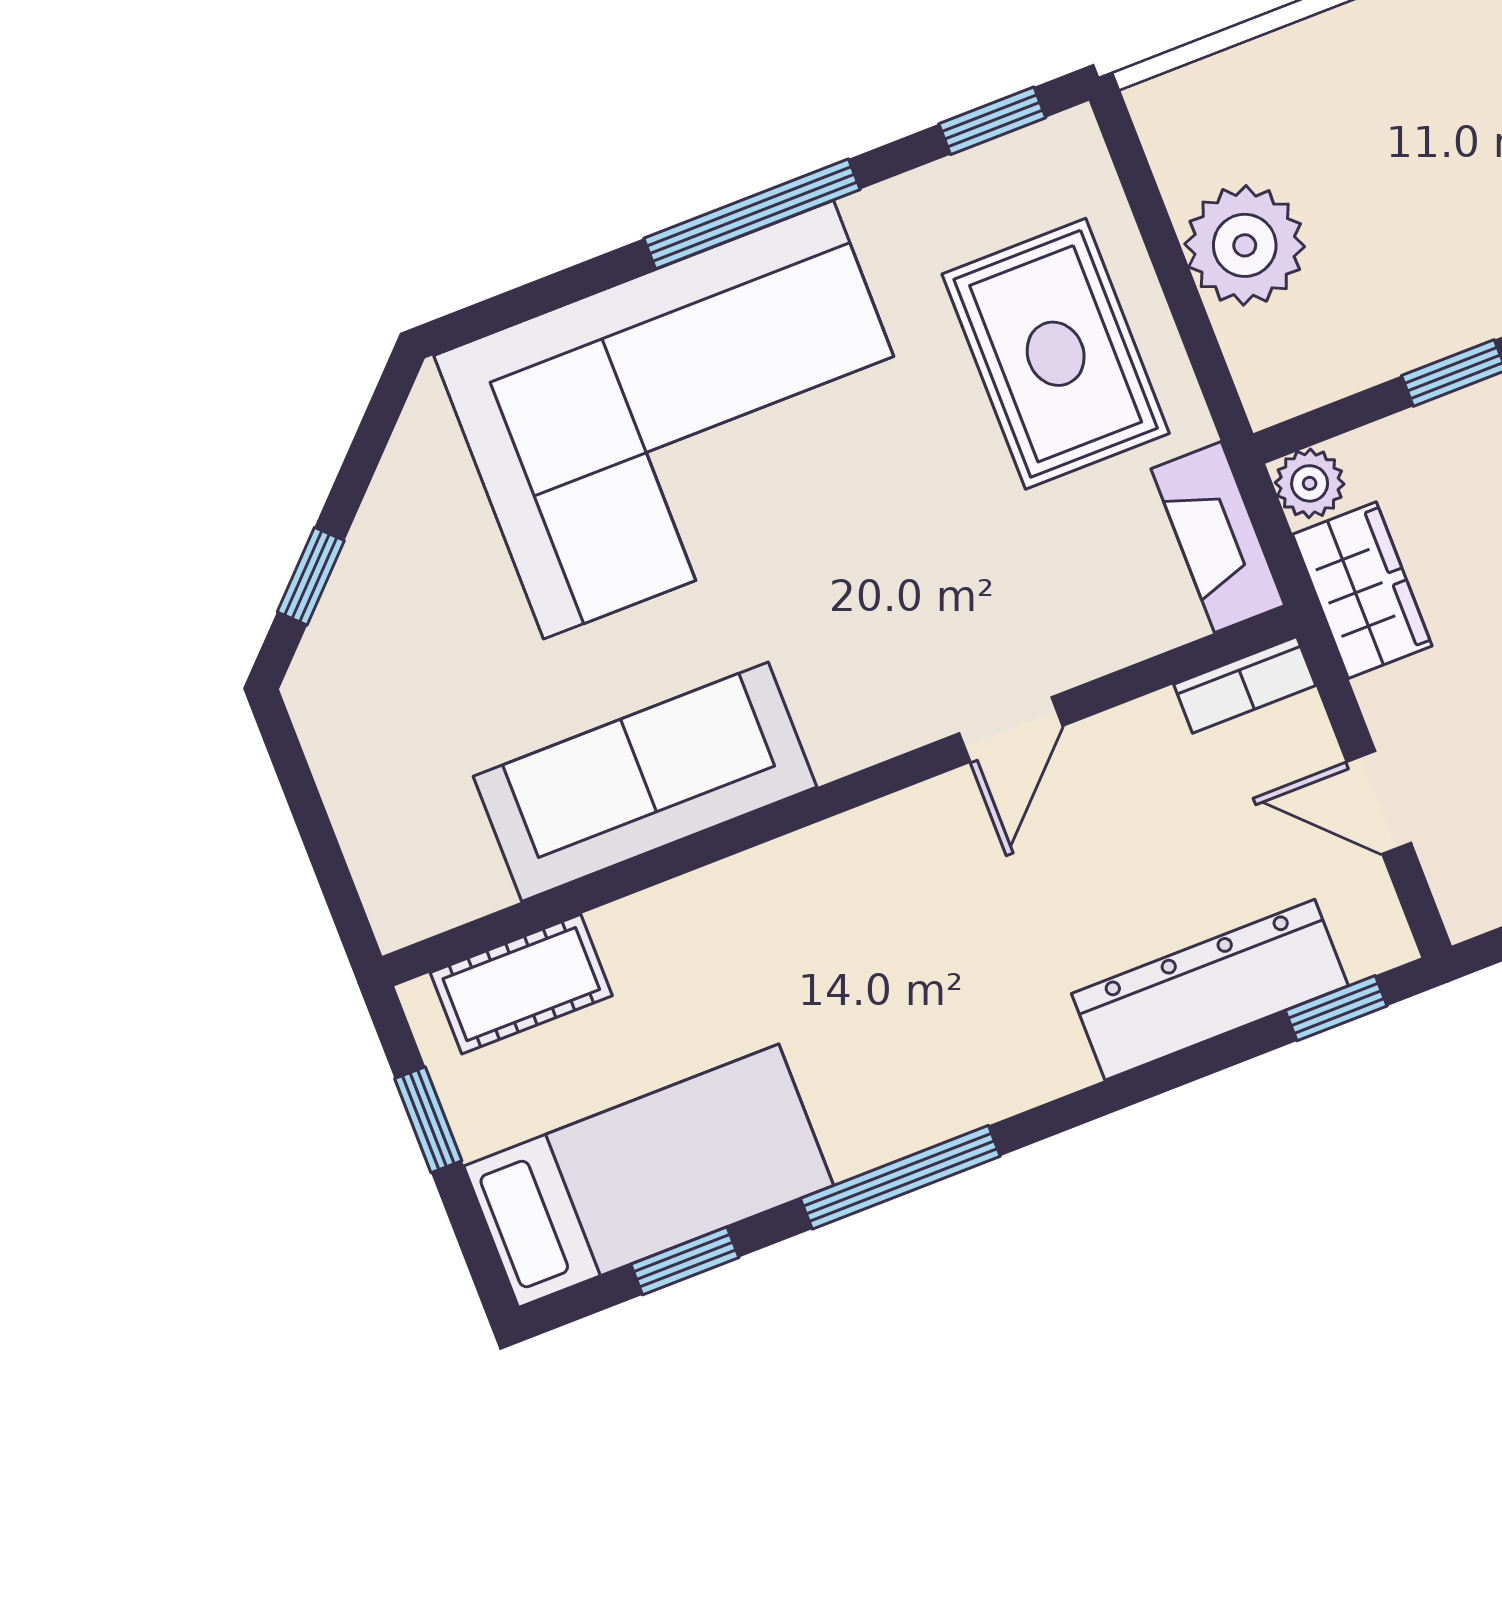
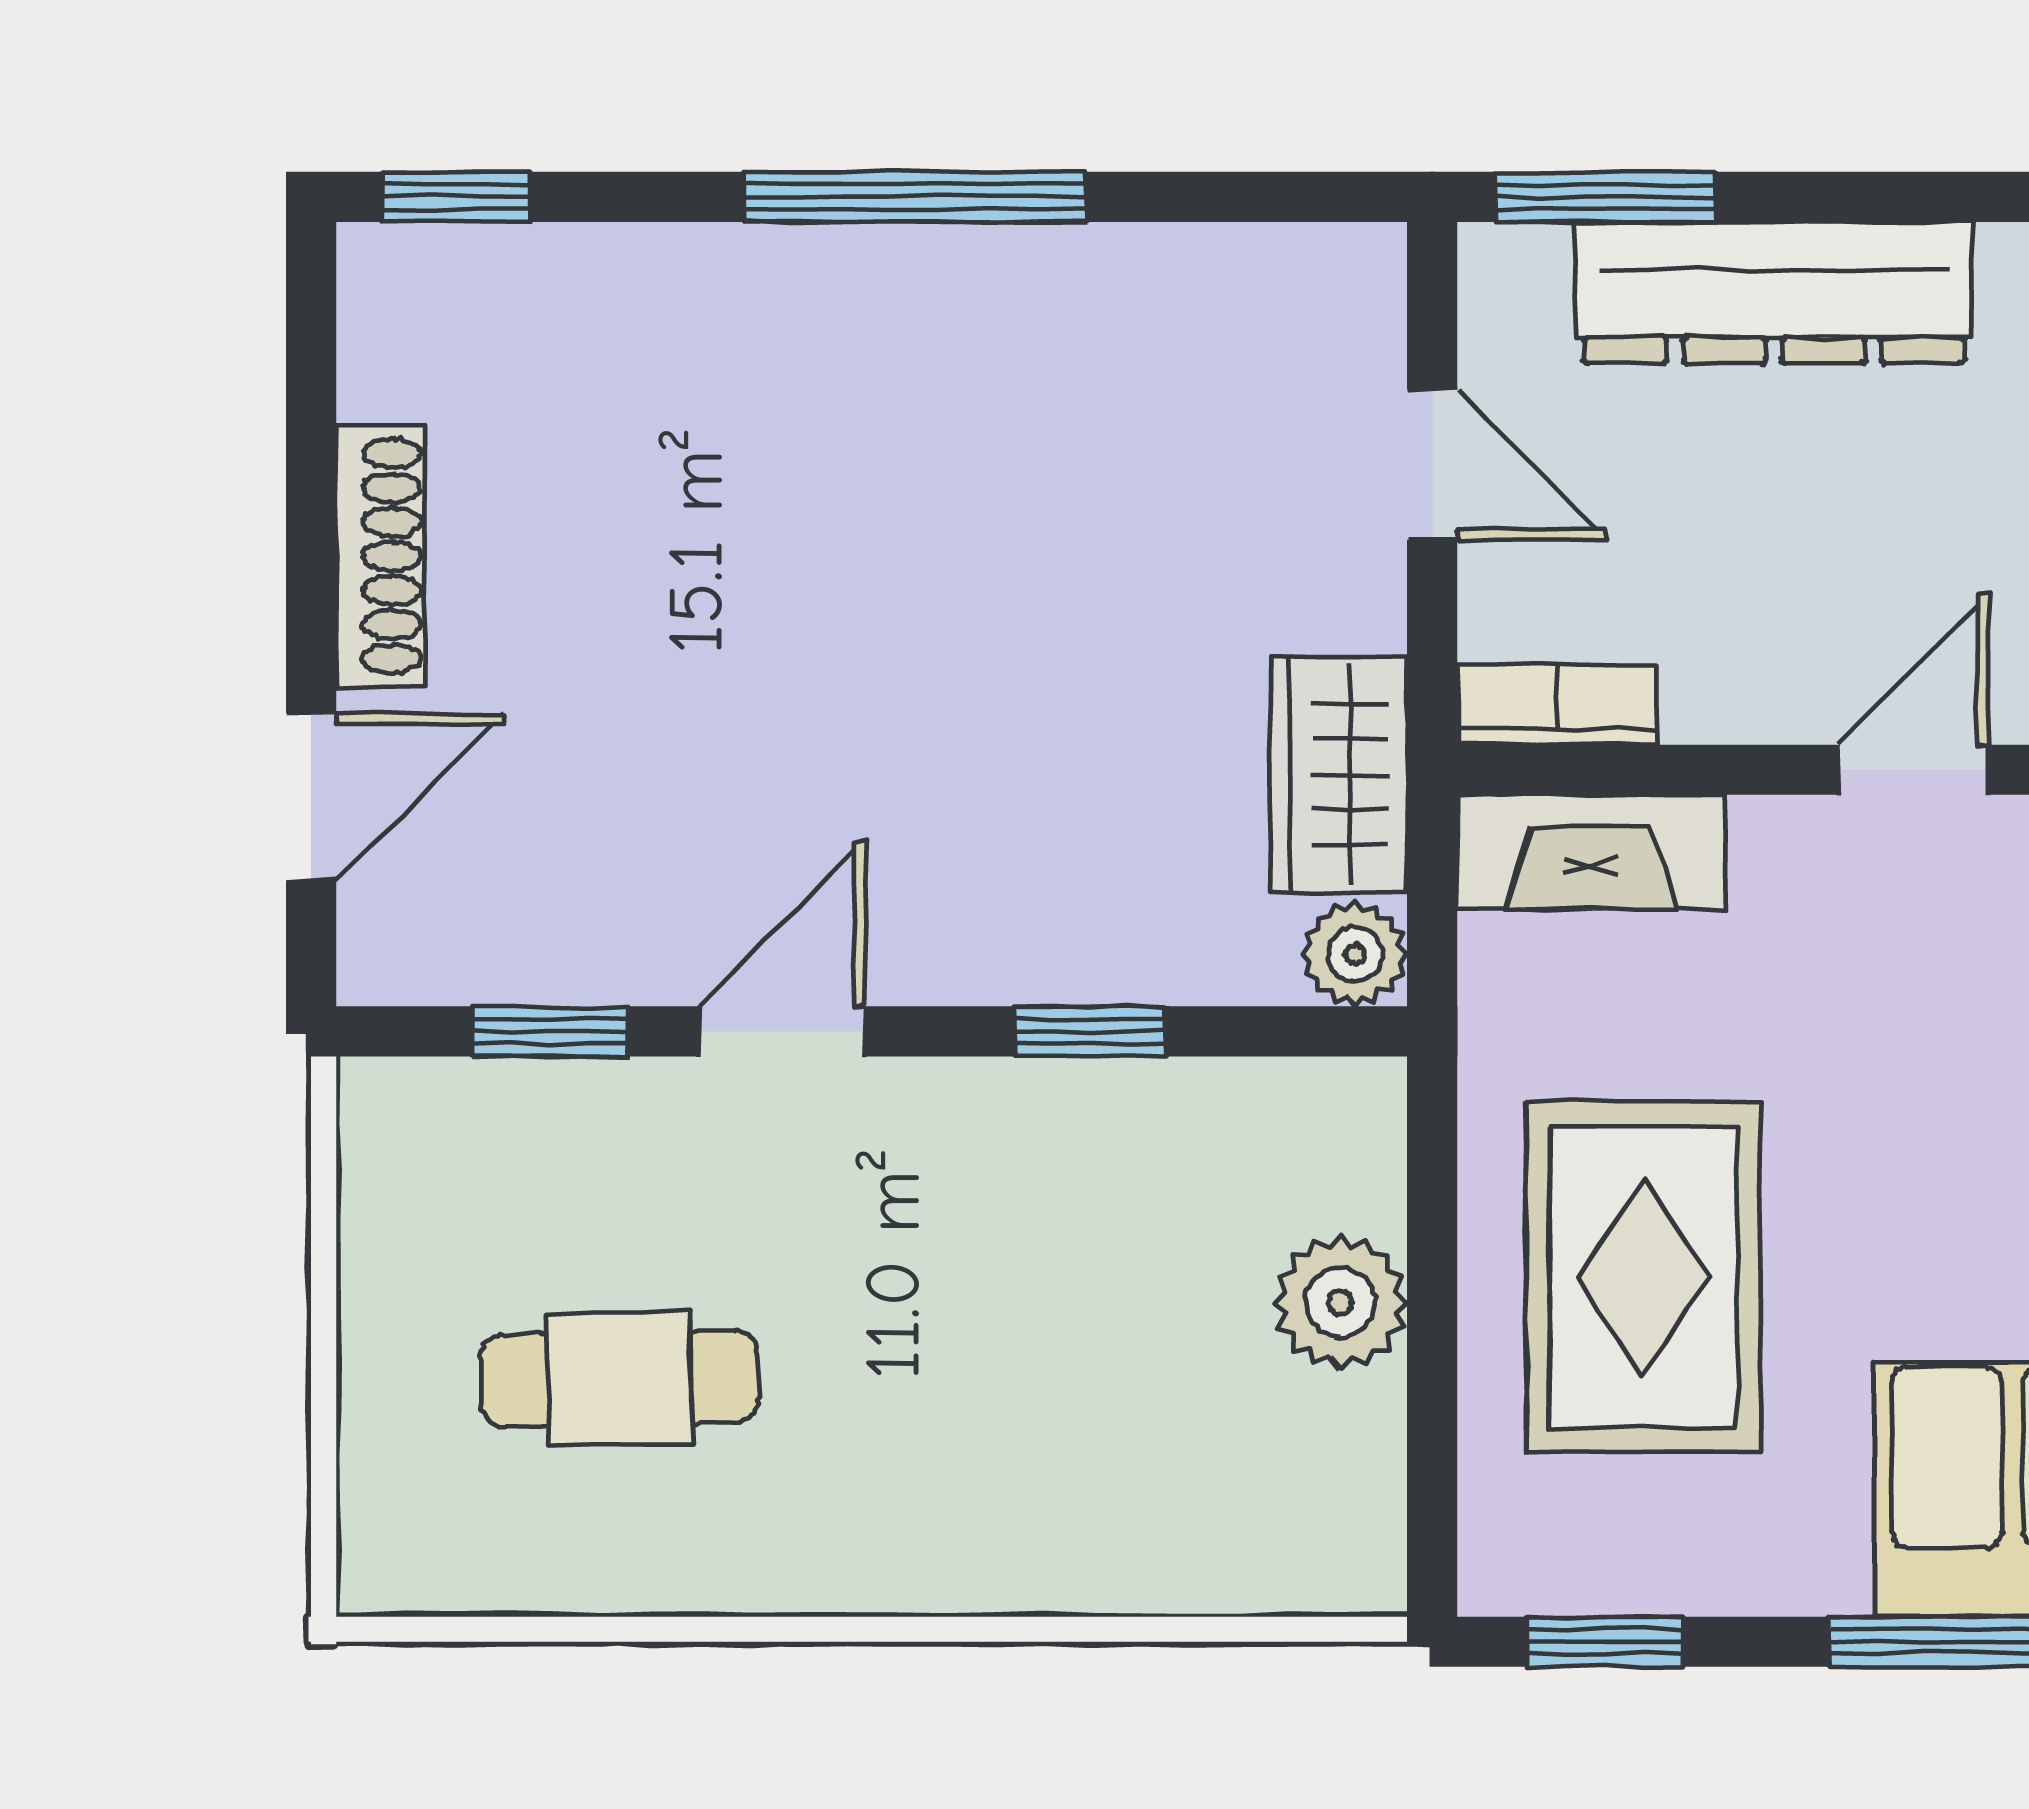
plant: (1245, 245) -> (1340, 1302), width x0.73, depth x0.73
fireplace: (1218, 537) -> (1591, 852), moved, turned 90
window: (1336, 1008) -> (1605, 197), width x1.50

